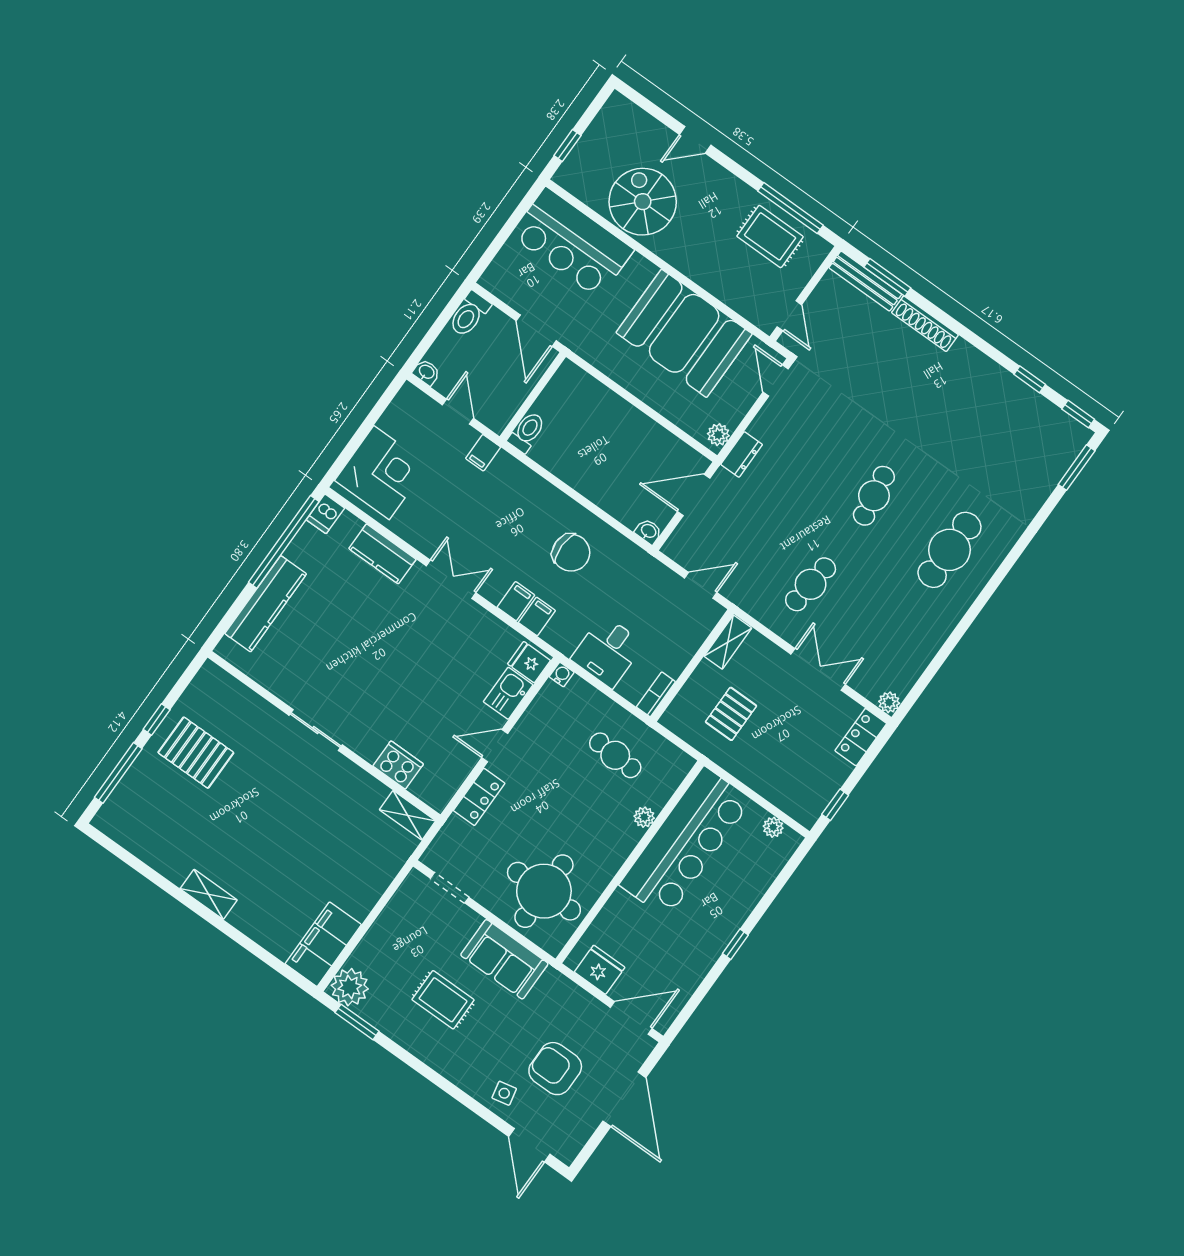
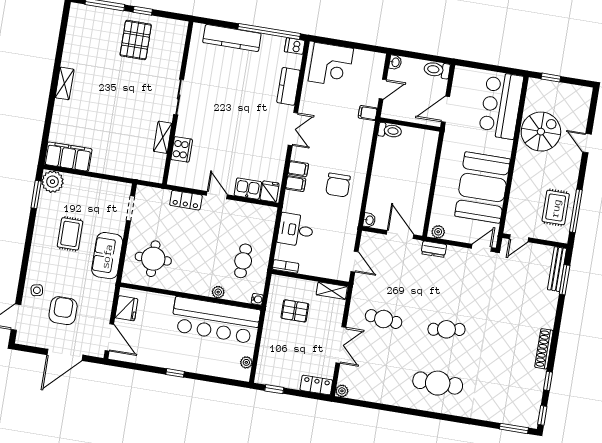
shoe rack: (925, 324) -> (544, 349), moved
water cooler: (562, 675) -> (257, 299), moved
shelving: (407, 815) -> (163, 137), moved
round table: (544, 891) -> (153, 259), width x0.73, depth x0.73

